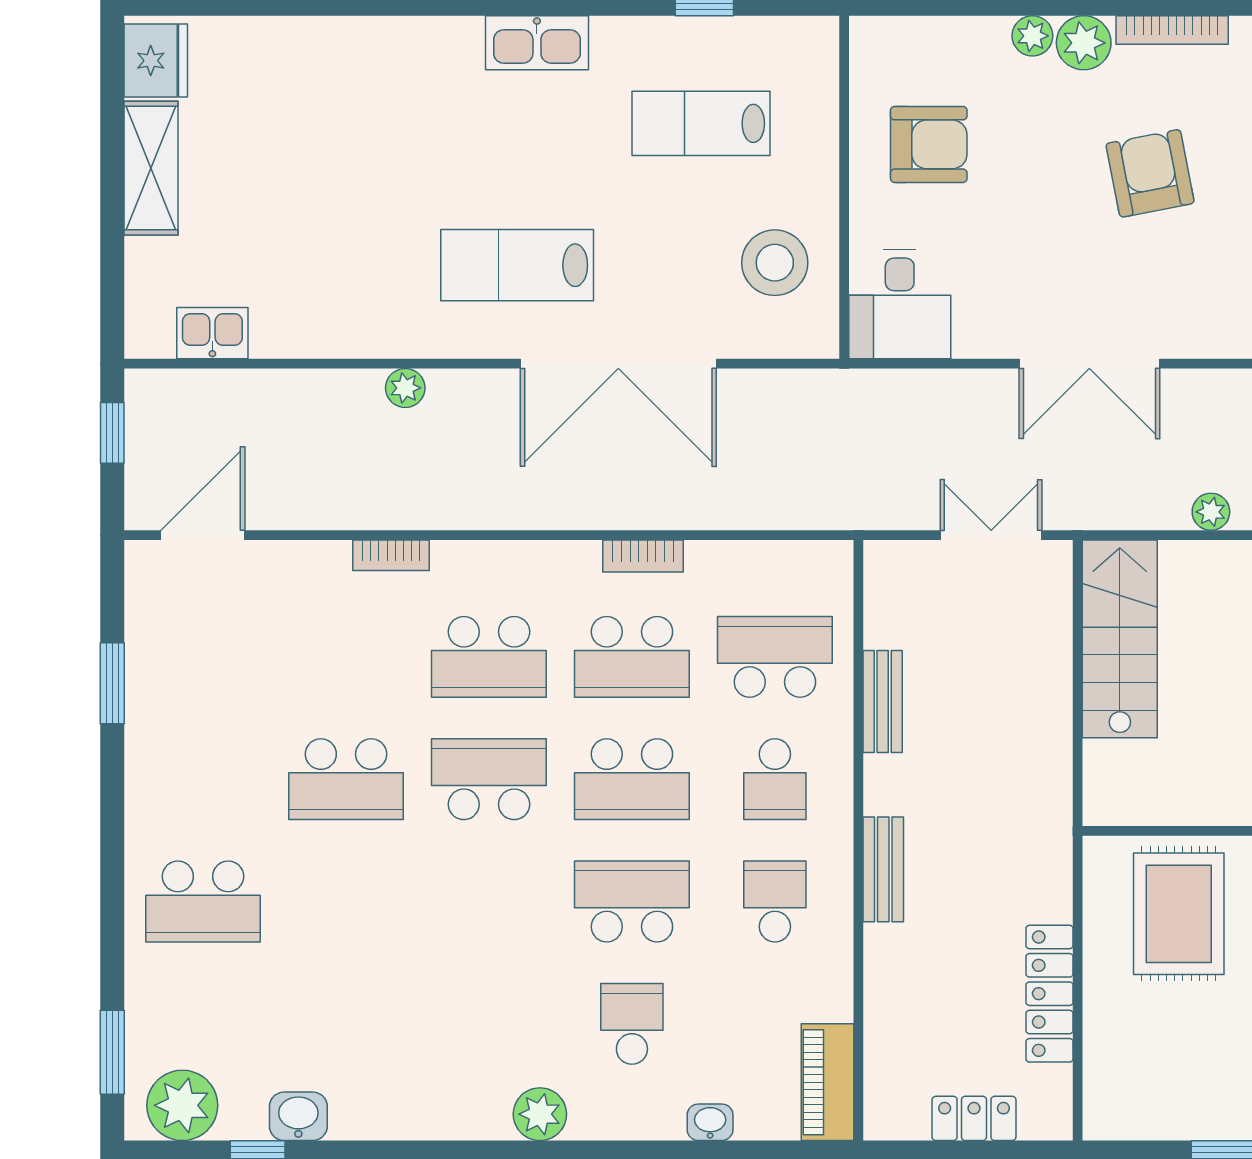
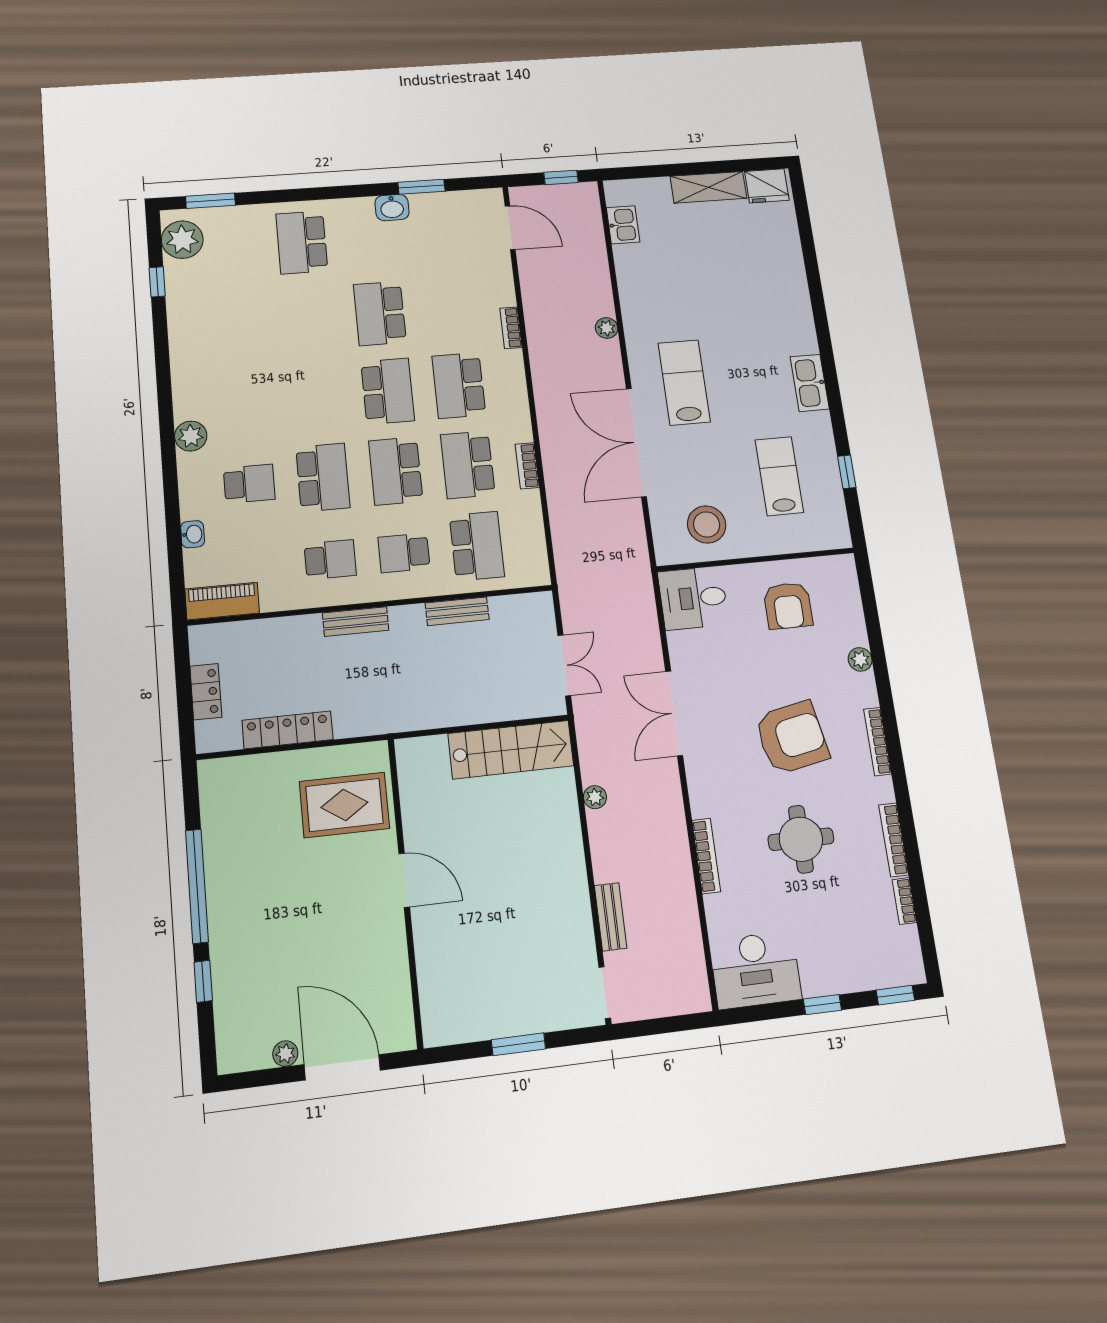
plant: (1084, 43) -> (861, 690), removed
armchair: (1150, 173) -> (792, 738), width x1.36, depth x1.36
washbasin: (298, 1116) -> (392, 208), moved, turned 90

